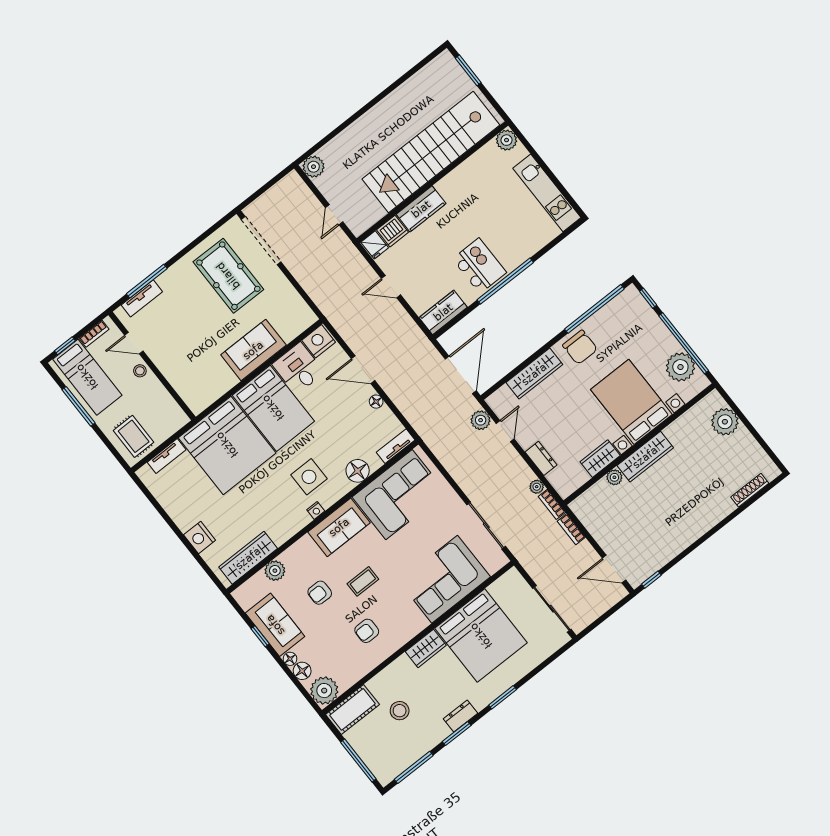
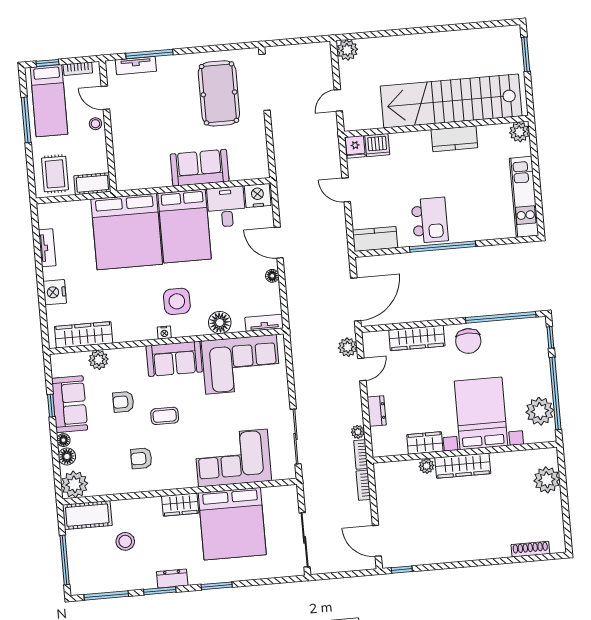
kitchen counter: (421, 209) -> (454, 139), moved
cot: (171, 424) -> (92, 184), added
tv unit: (167, 456) -> (47, 248), moved, turned -90

